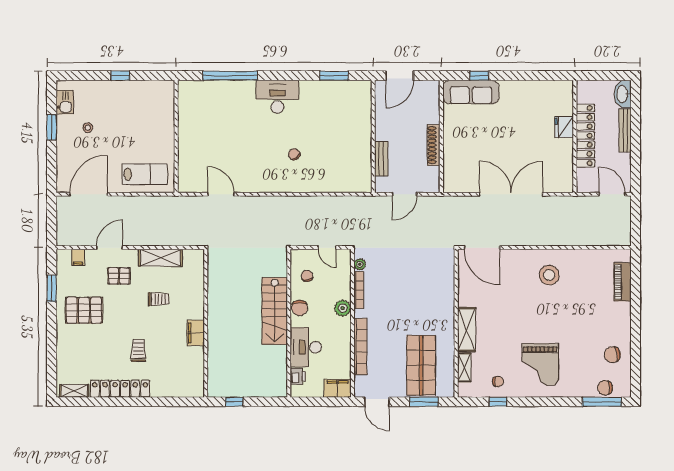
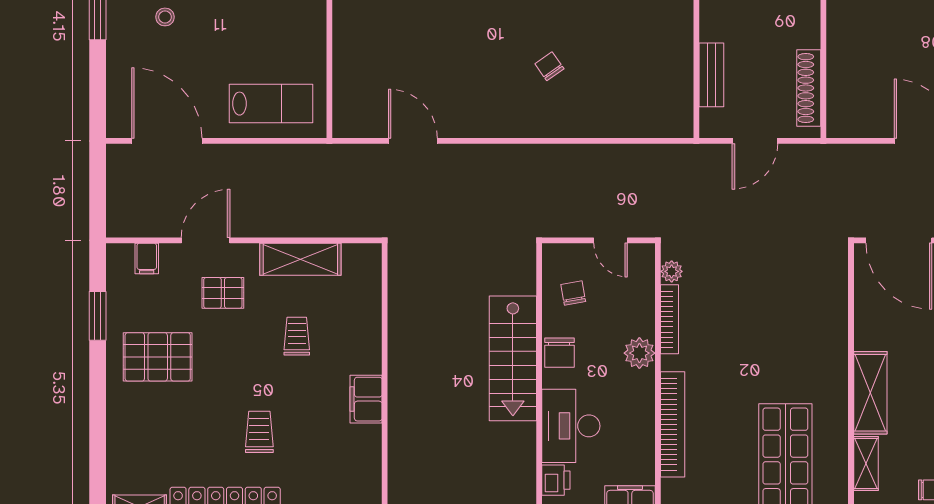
shoe rack: (434, 145) -> (809, 88), moved
door: (89, 194) -> (167, 141), hinge flipped
trolley: (159, 299) -> (297, 336), turned -90

